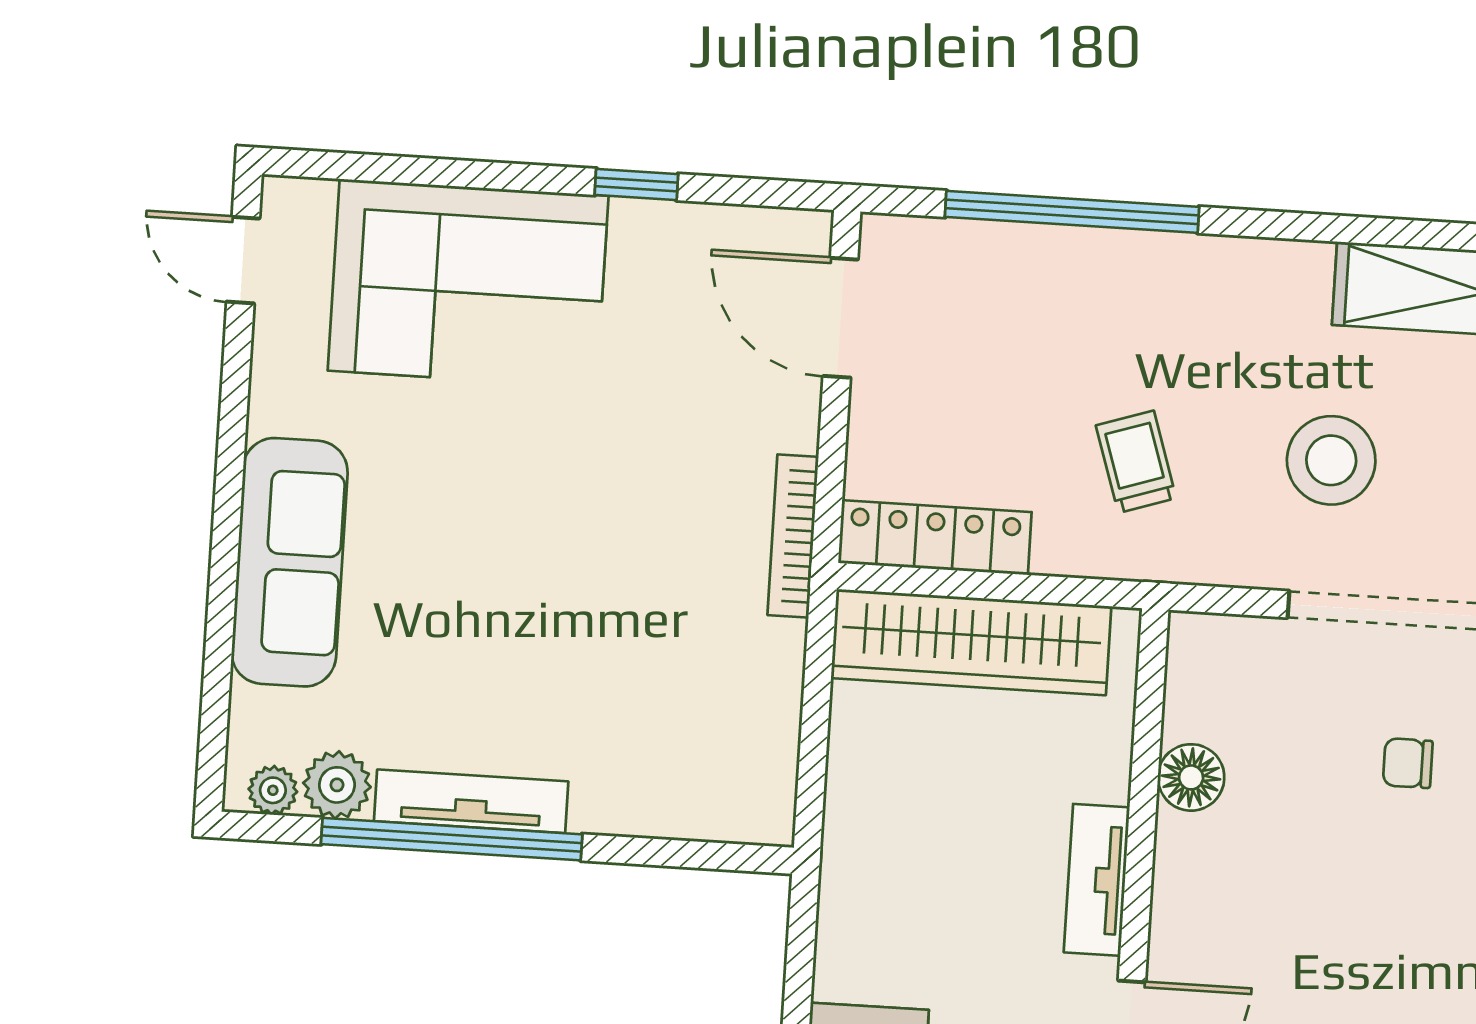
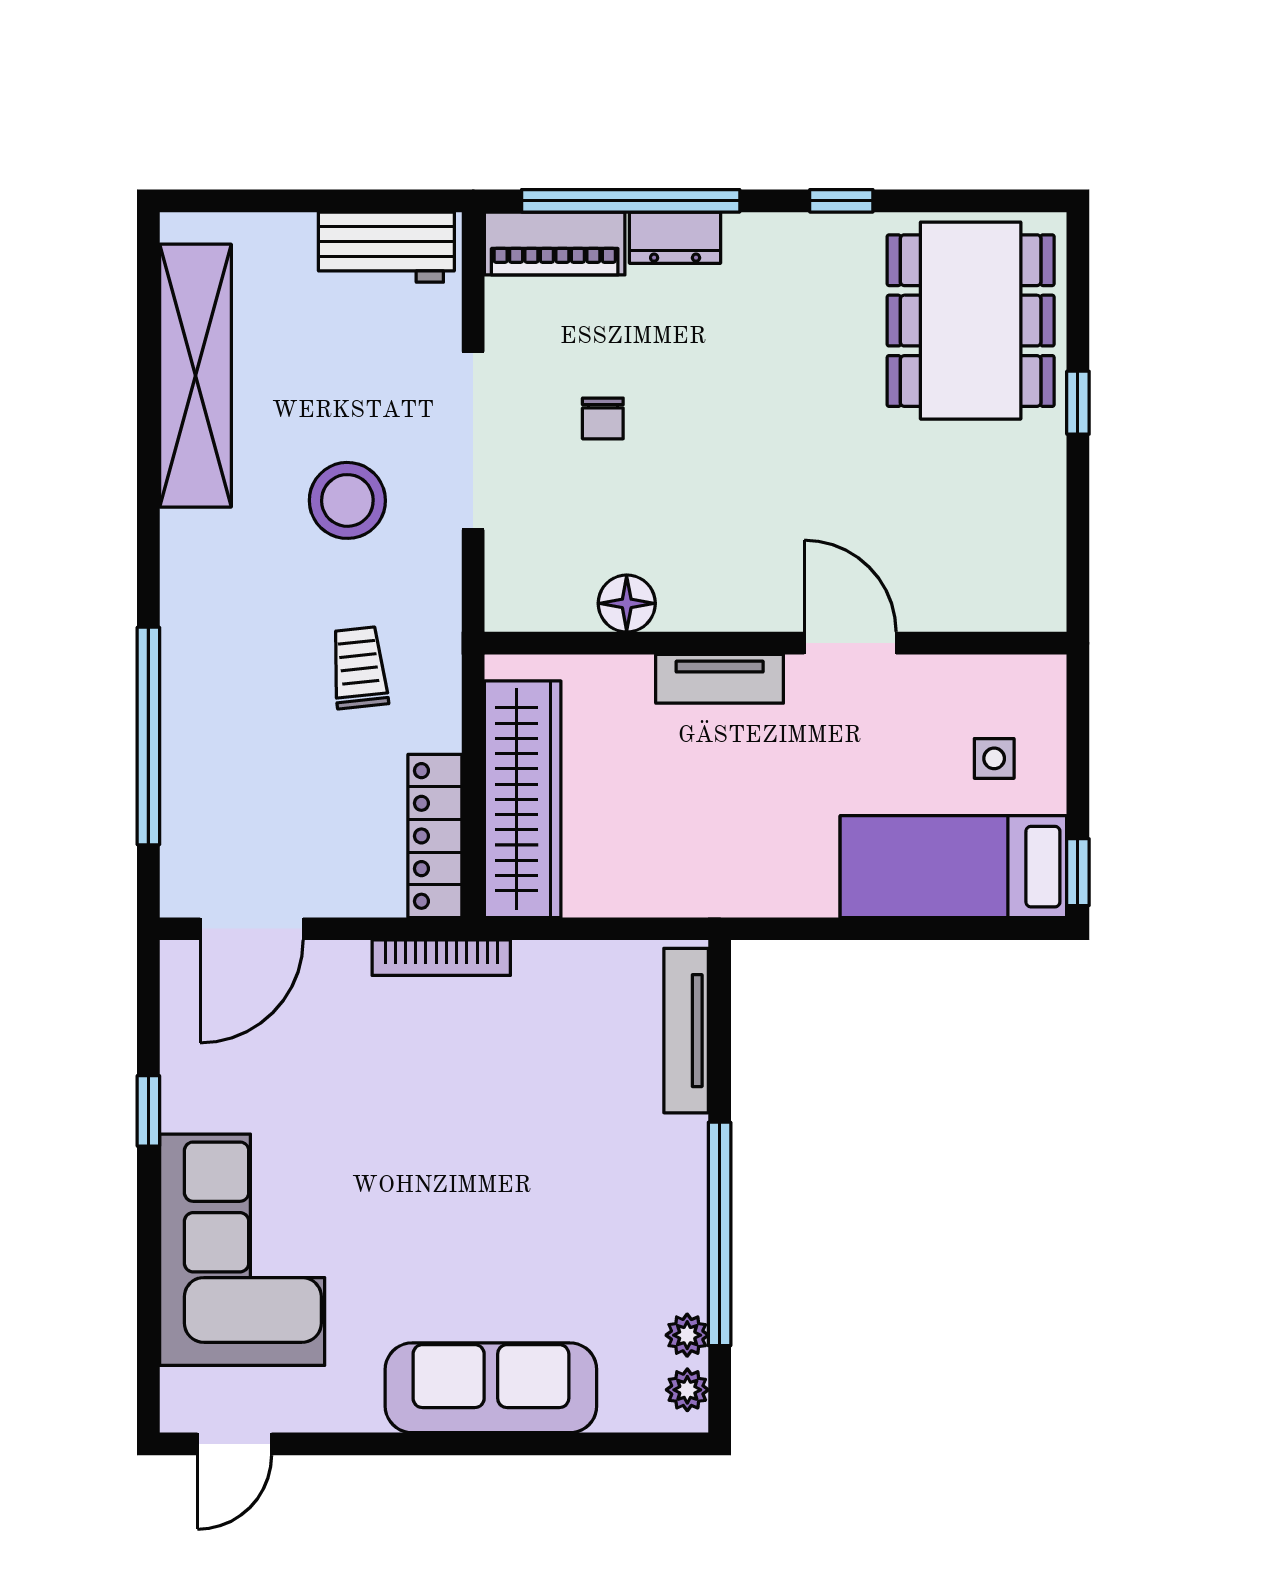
trolley: (1136, 462) -> (359, 668), turned 102
plant: (337, 785) -> (687, 1335), width x0.73, depth x0.73
tv unit: (471, 801) -> (686, 1031), moved

